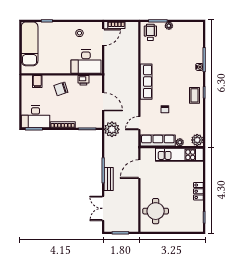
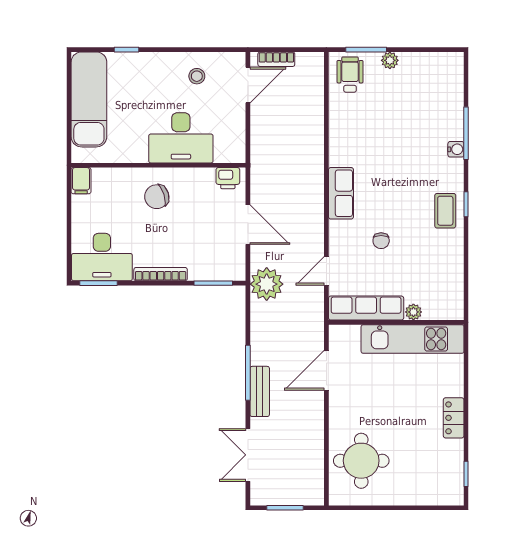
desk: (86, 62) -> (181, 138), moved
printer: (83, 80) -> (228, 178), moved
filing cabinet: (37, 81) -> (81, 181), moved
row of seats: (146, 82) -> (341, 193), width x0.68
plant: (197, 140) -> (451, 307), removed

